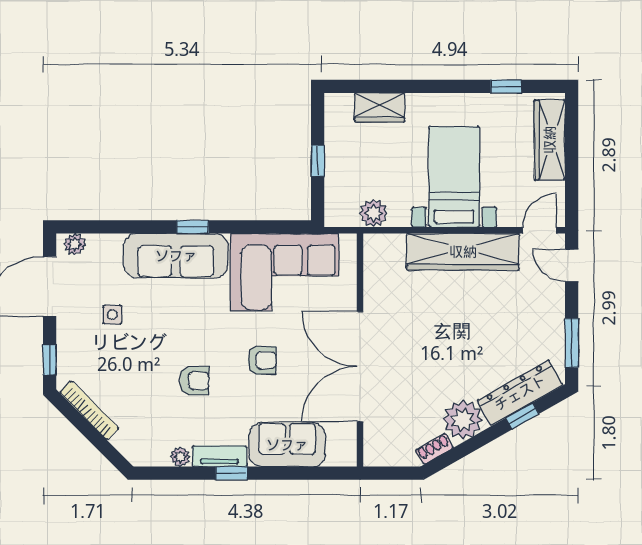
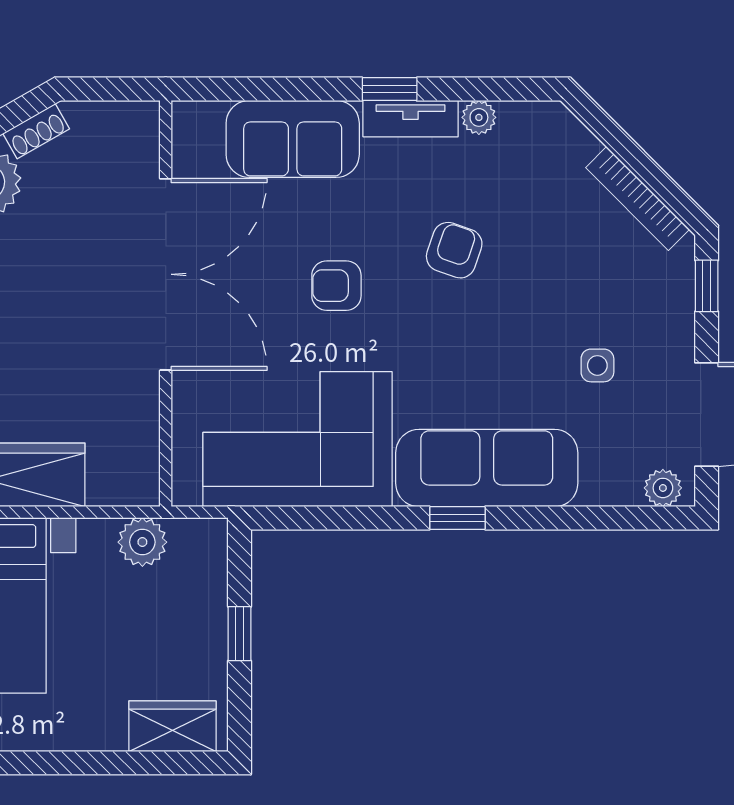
wardrobe: (380, 107) -> (172, 726), moved
armchair: (195, 381) -> (454, 250), turned 109

